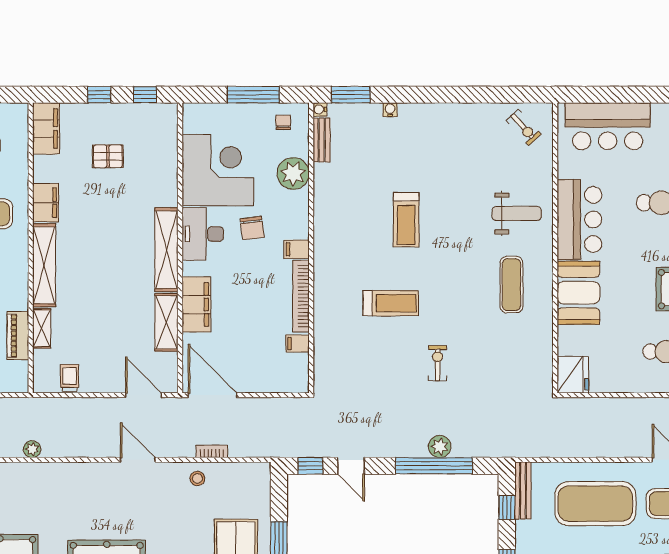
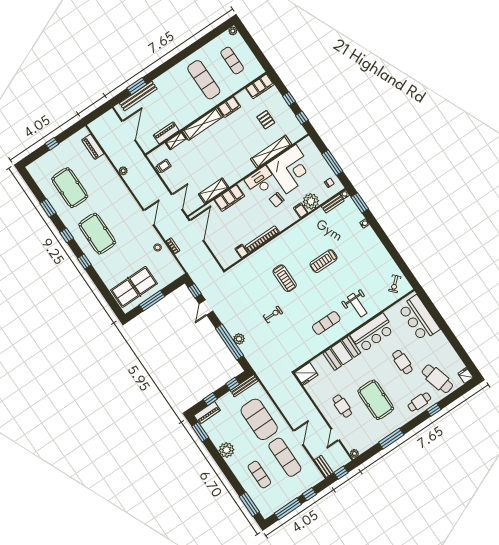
filing cabinet: (297, 249) -> (301, 210), moved
shelving: (166, 250) -> (271, 152), moved

